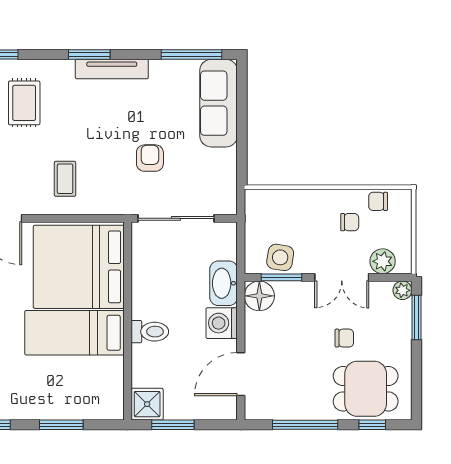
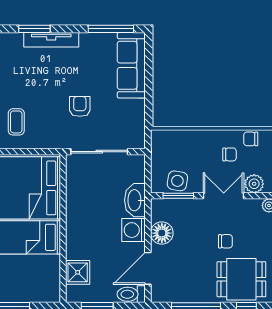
double door: (342, 277) -> (224, 196), swing flipped
floor lamp: (259, 296) -> (162, 233), moved
toilet: (150, 332) -> (131, 294), moved, turned 180
shower: (147, 404) -> (78, 272), moved

